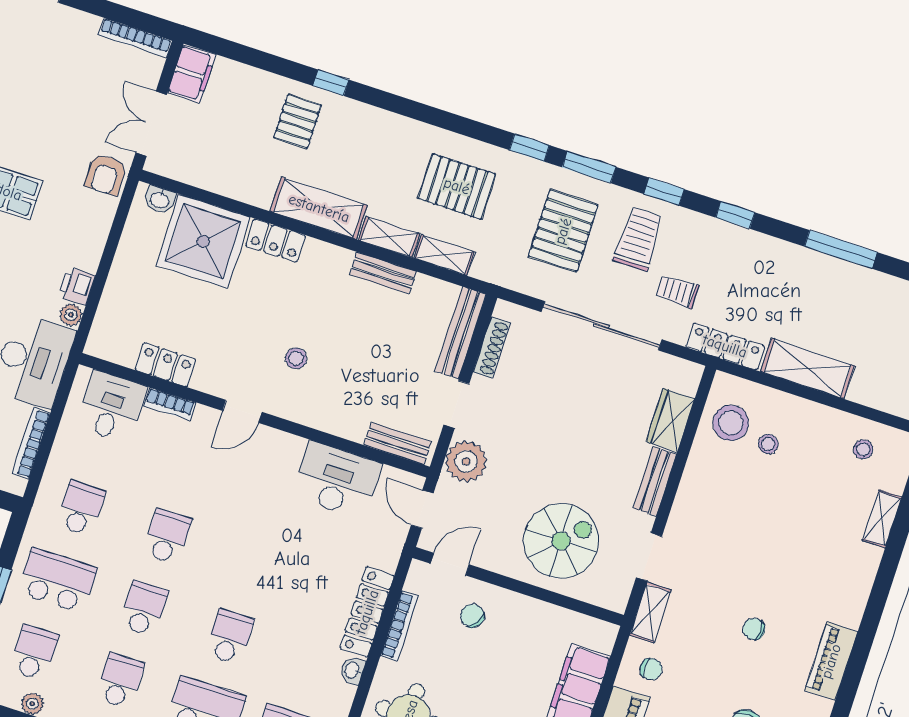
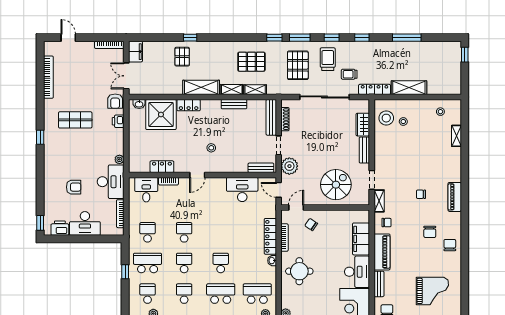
printer: (77, 286) -> (118, 121), moved

